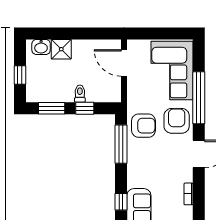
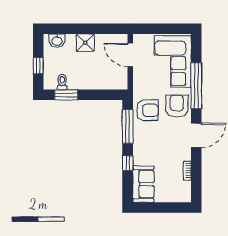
shower: (61, 49) -> (85, 43), moved
toilet: (80, 94) -> (62, 82), moved
window: (85, 108) -> (96, 95), removed
window: (121, 202) -> (128, 163), moved

